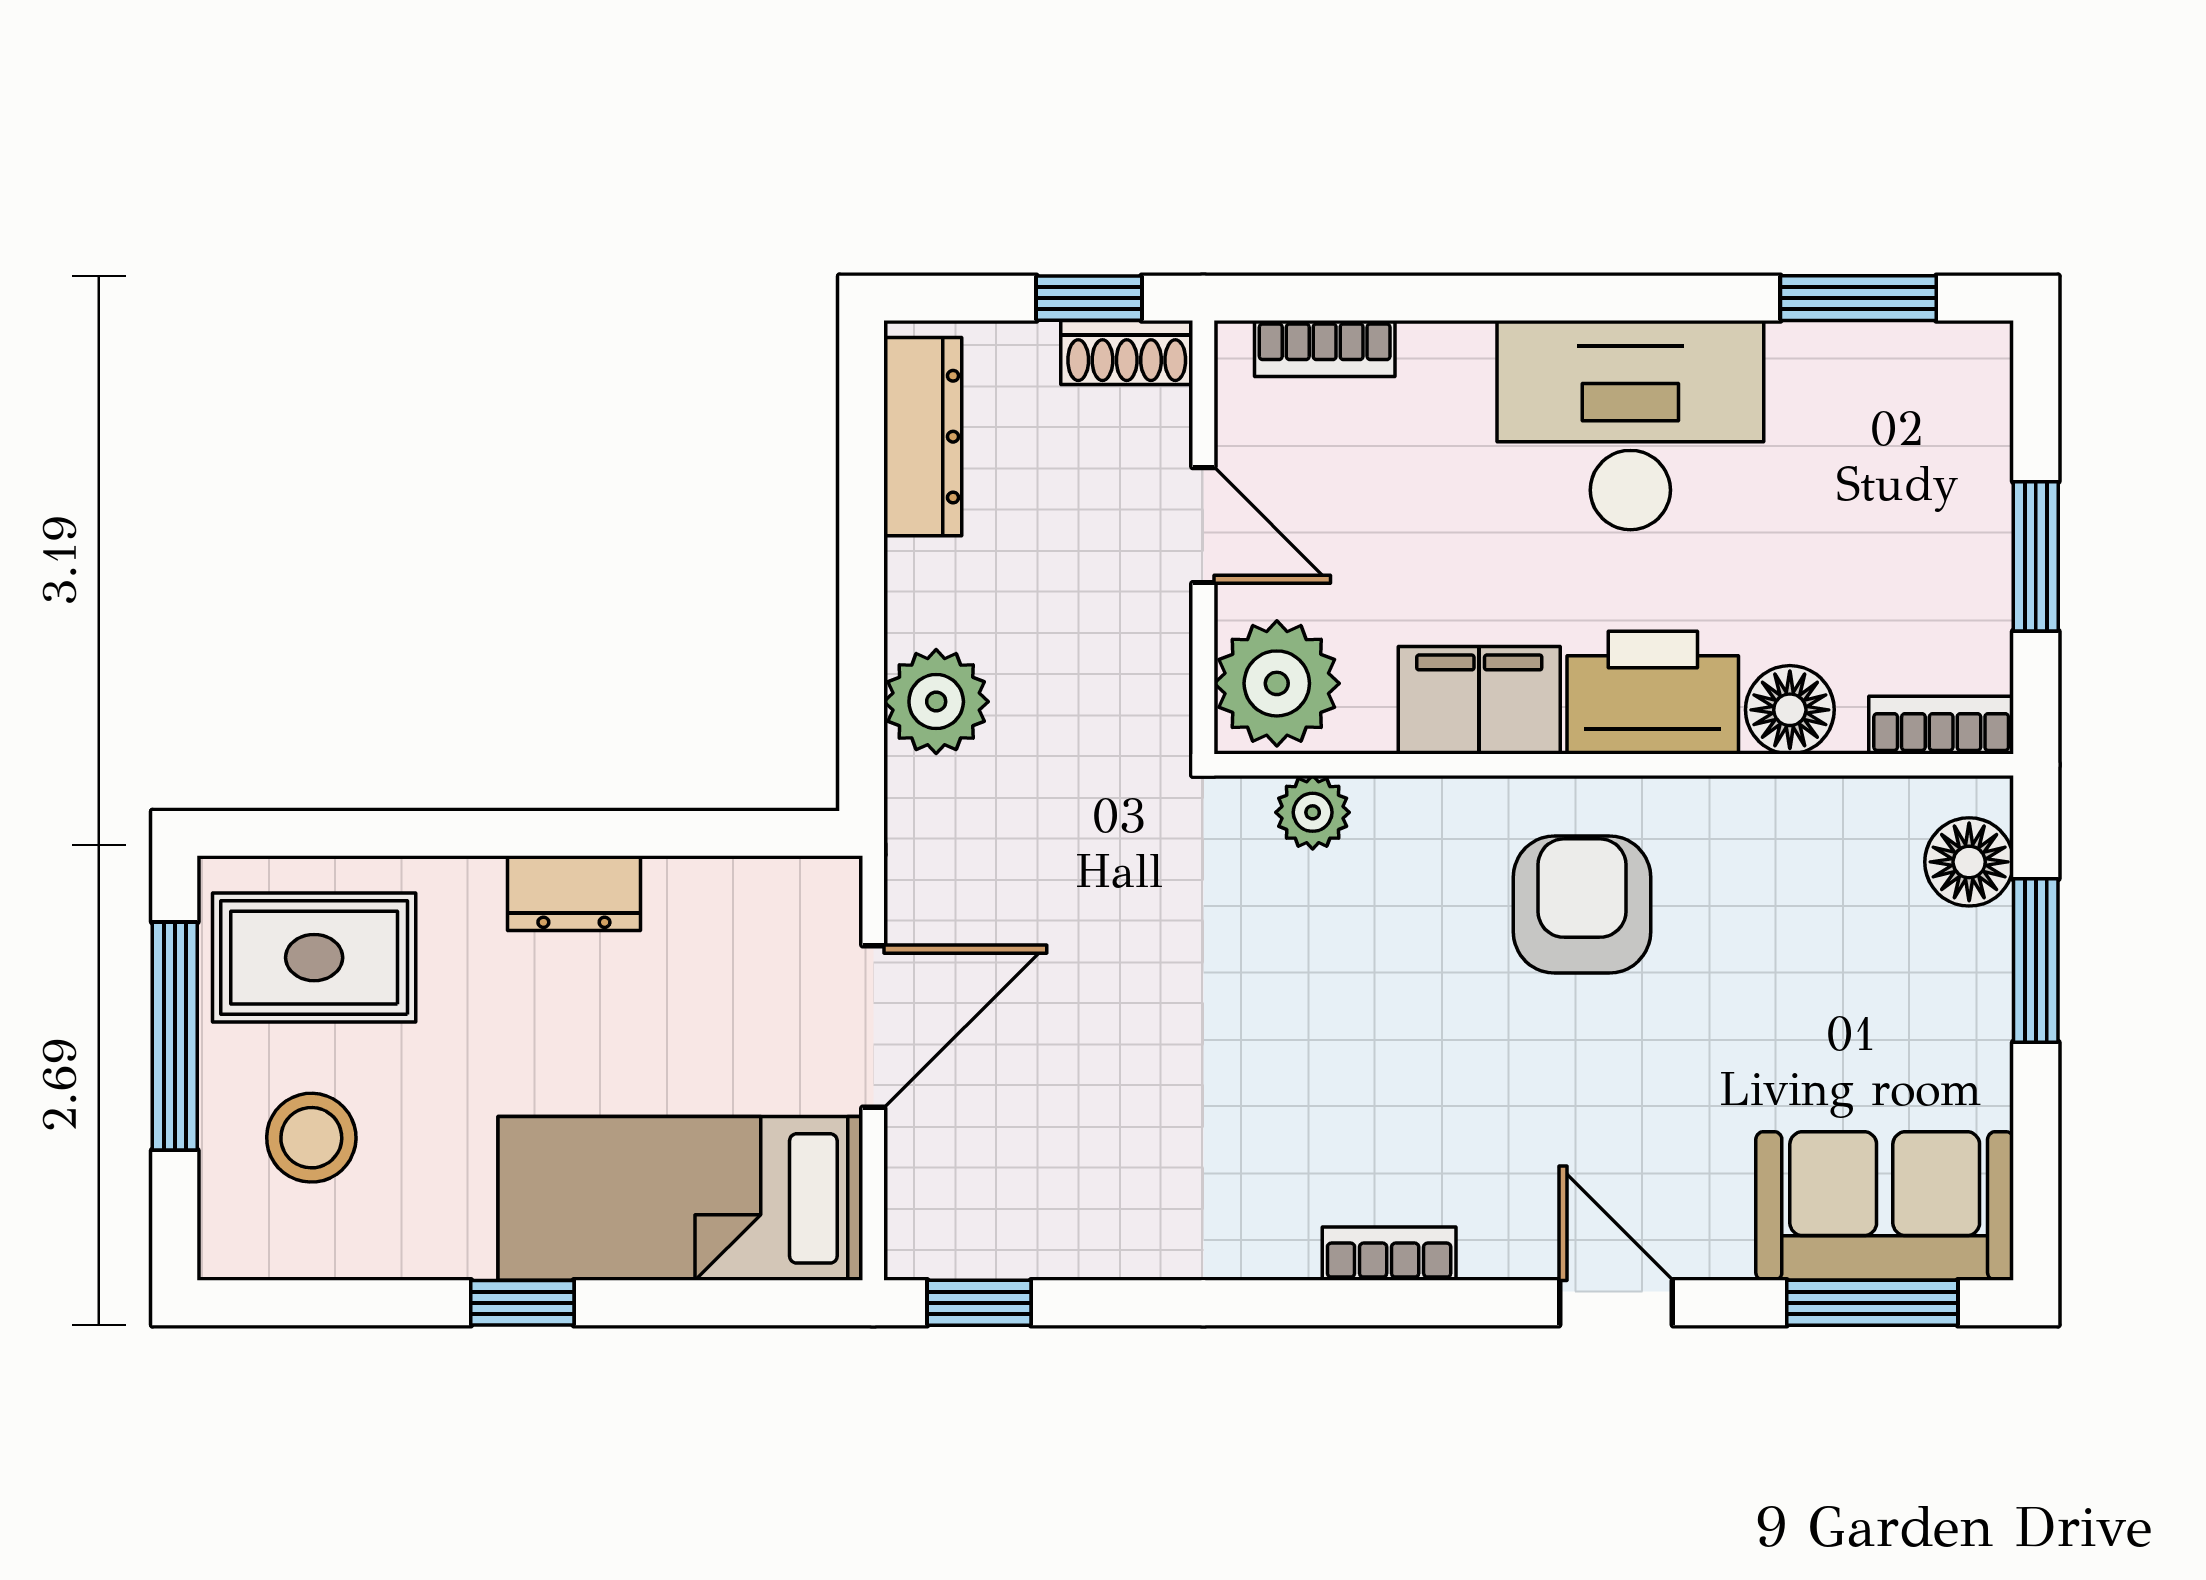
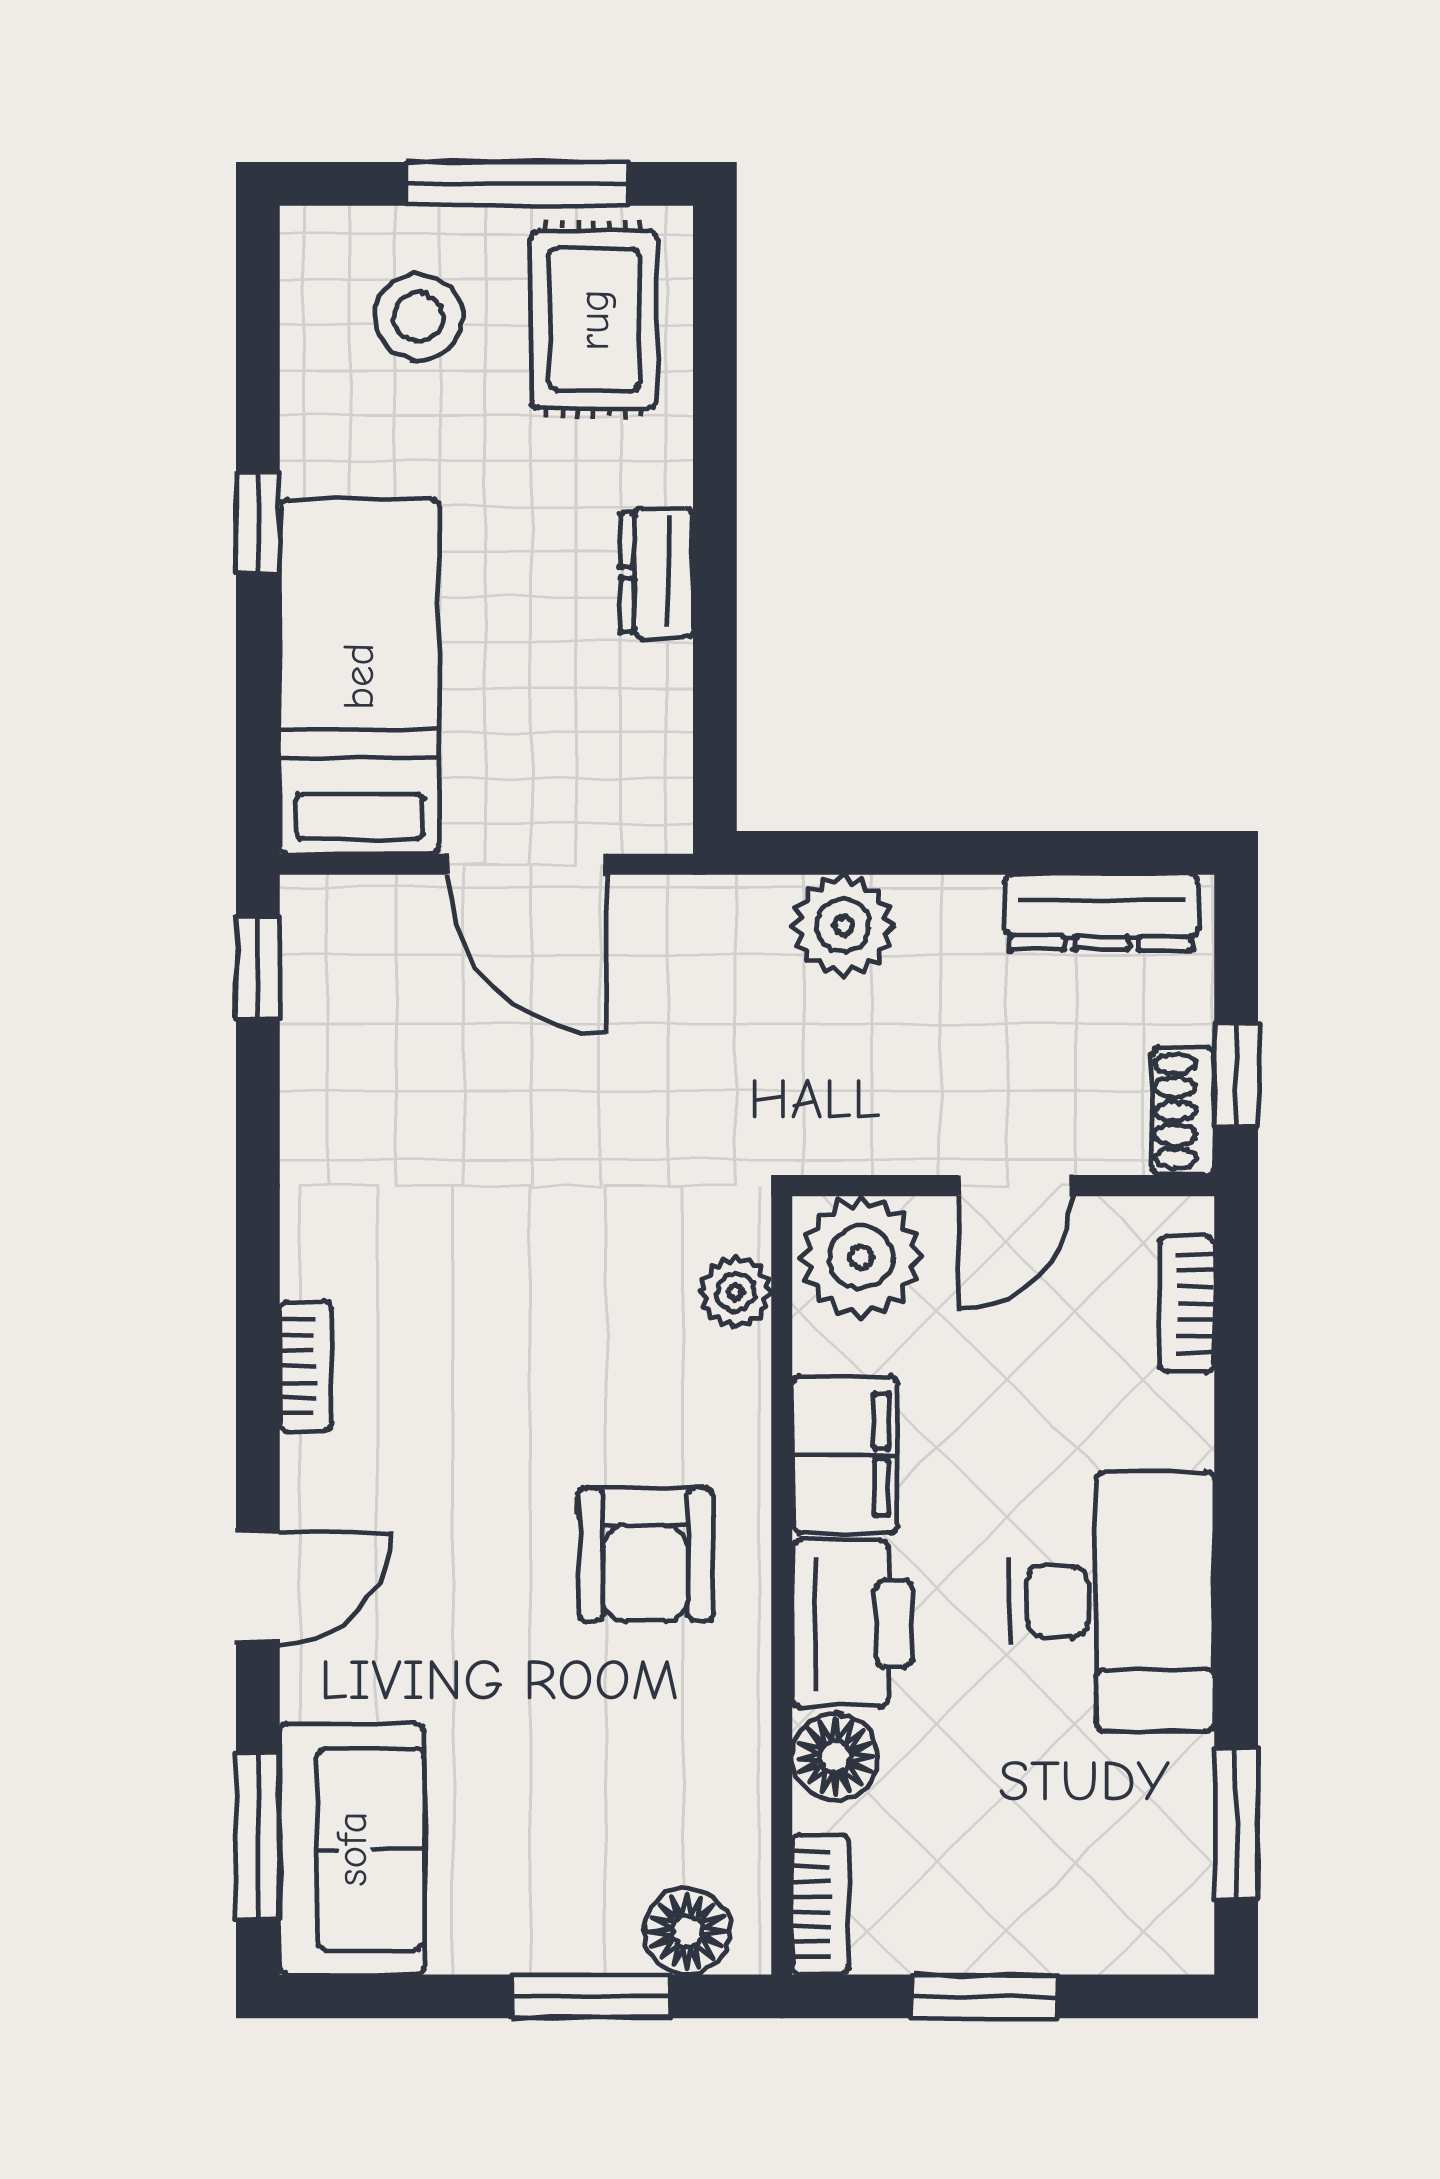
armchair: (1582, 905) -> (646, 1554), turned 90

